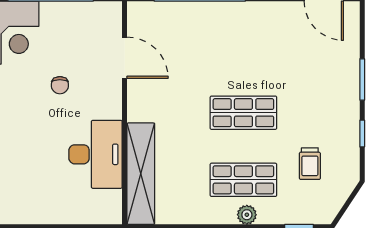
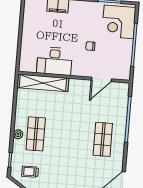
shop shelf: (243, 113) -> (103, 139), moved
trolley: (310, 164) -> (30, 172), moved

